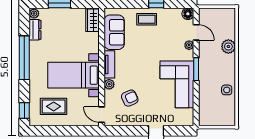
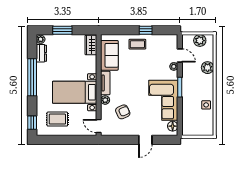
floor lamp: (188, 14) -> (173, 126), moved
plant: (219, 15) -> (200, 41), added

